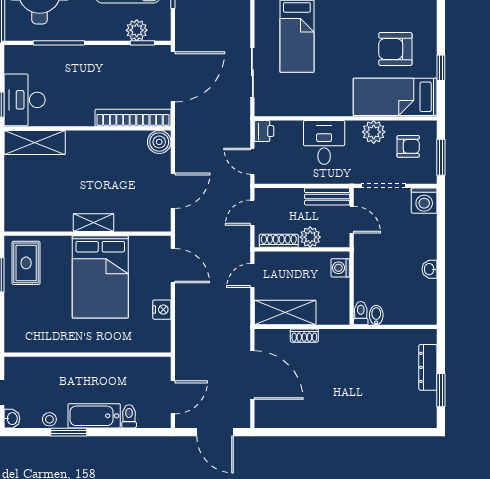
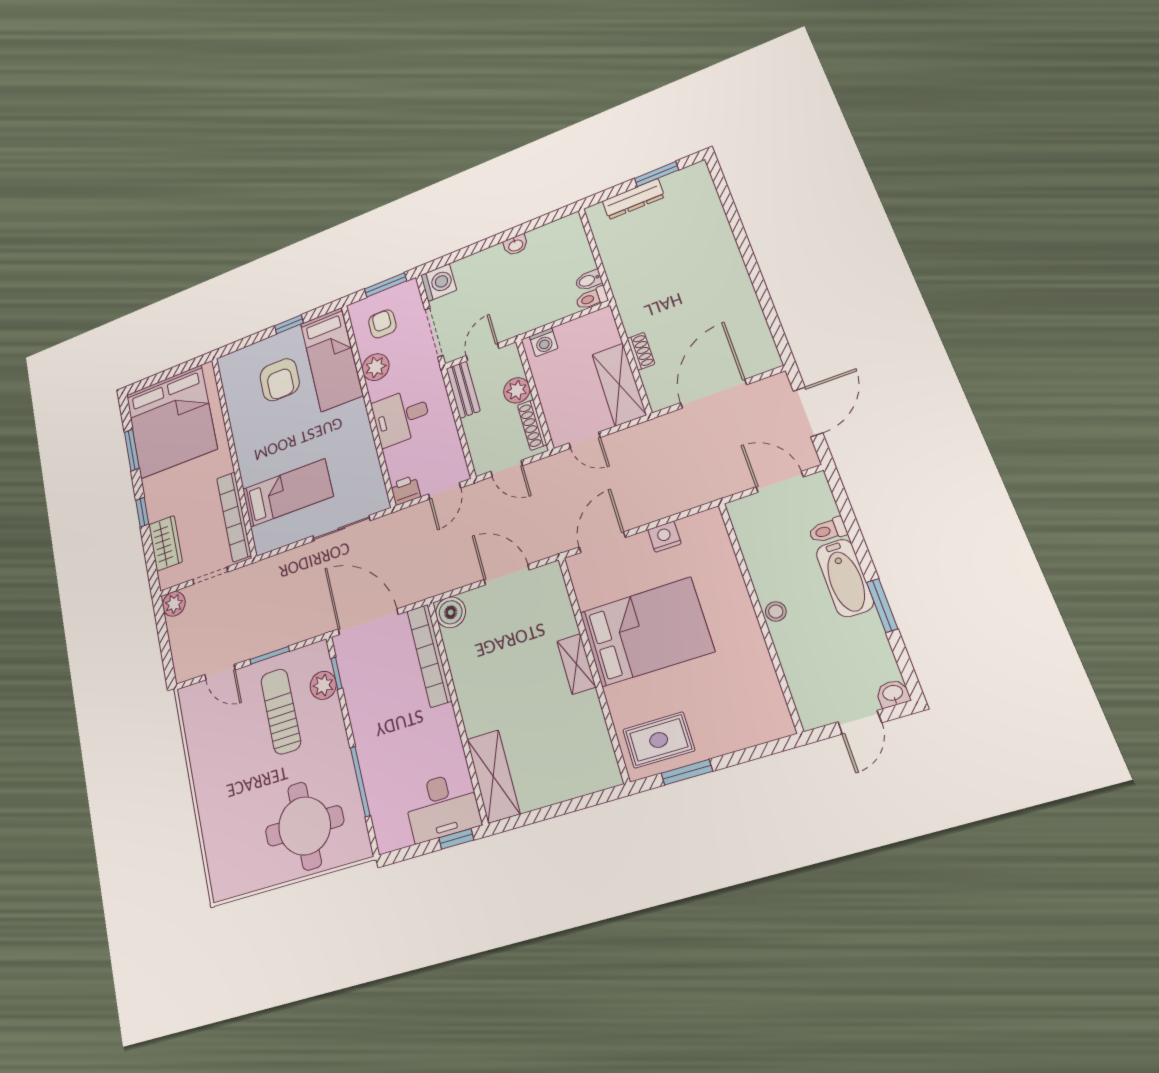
stool: (49, 419) -> (776, 611), moved

